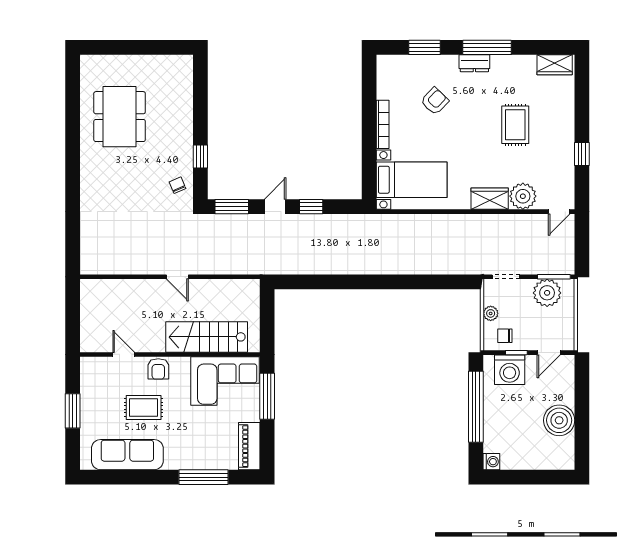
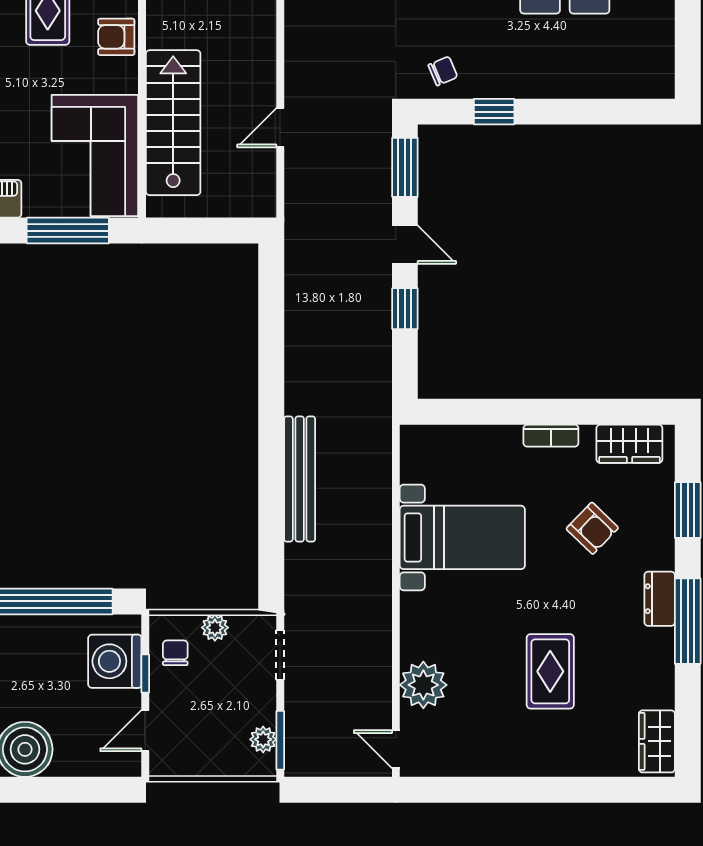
bookcase: (383, 124) -> (551, 436), width x0.64
rug: (515, 125) -> (550, 671), turned 90
window: (582, 154) -> (498, 790), removed
bed with nightstands: (412, 180) -> (462, 537), moved, turned -90
wardrobe: (490, 199) -> (629, 444), moved, turned 90
bench: (407, 266) -> (300, 479), added
door: (177, 277) -> (280, 128), moved
plant: (547, 293) -> (263, 739), width x0.53, depth x0.53
door: (549, 353) -> (145, 731), hinge flipped

